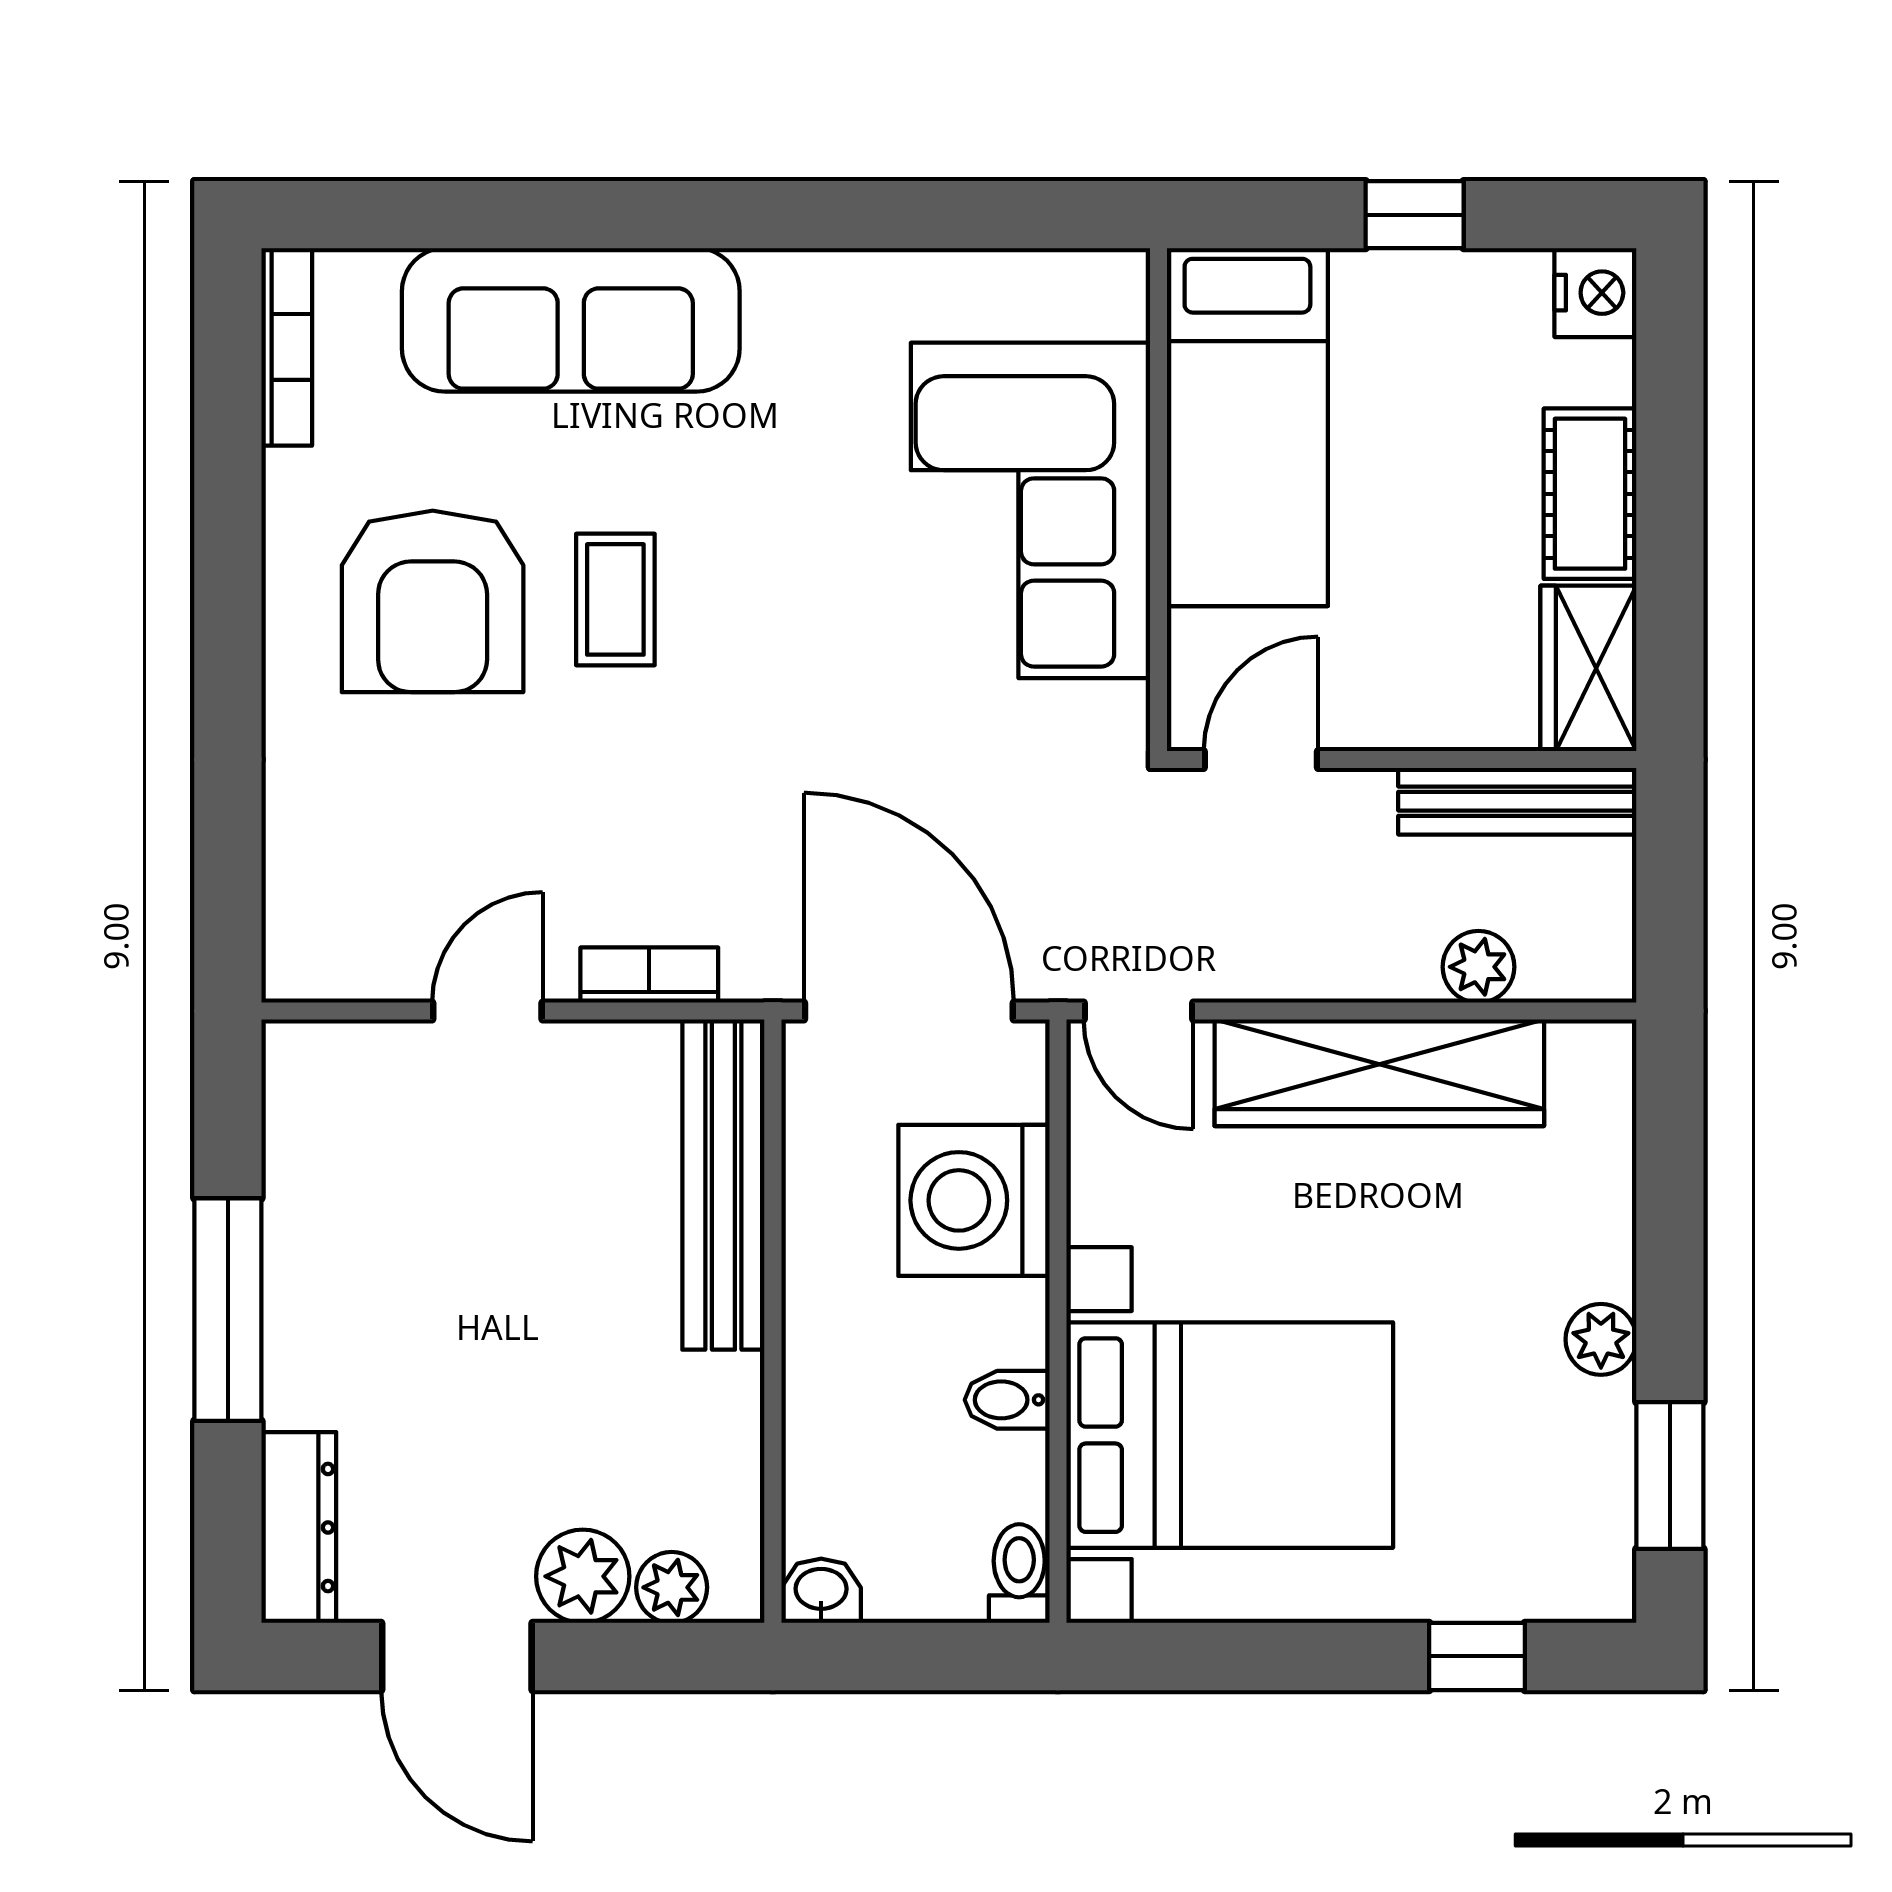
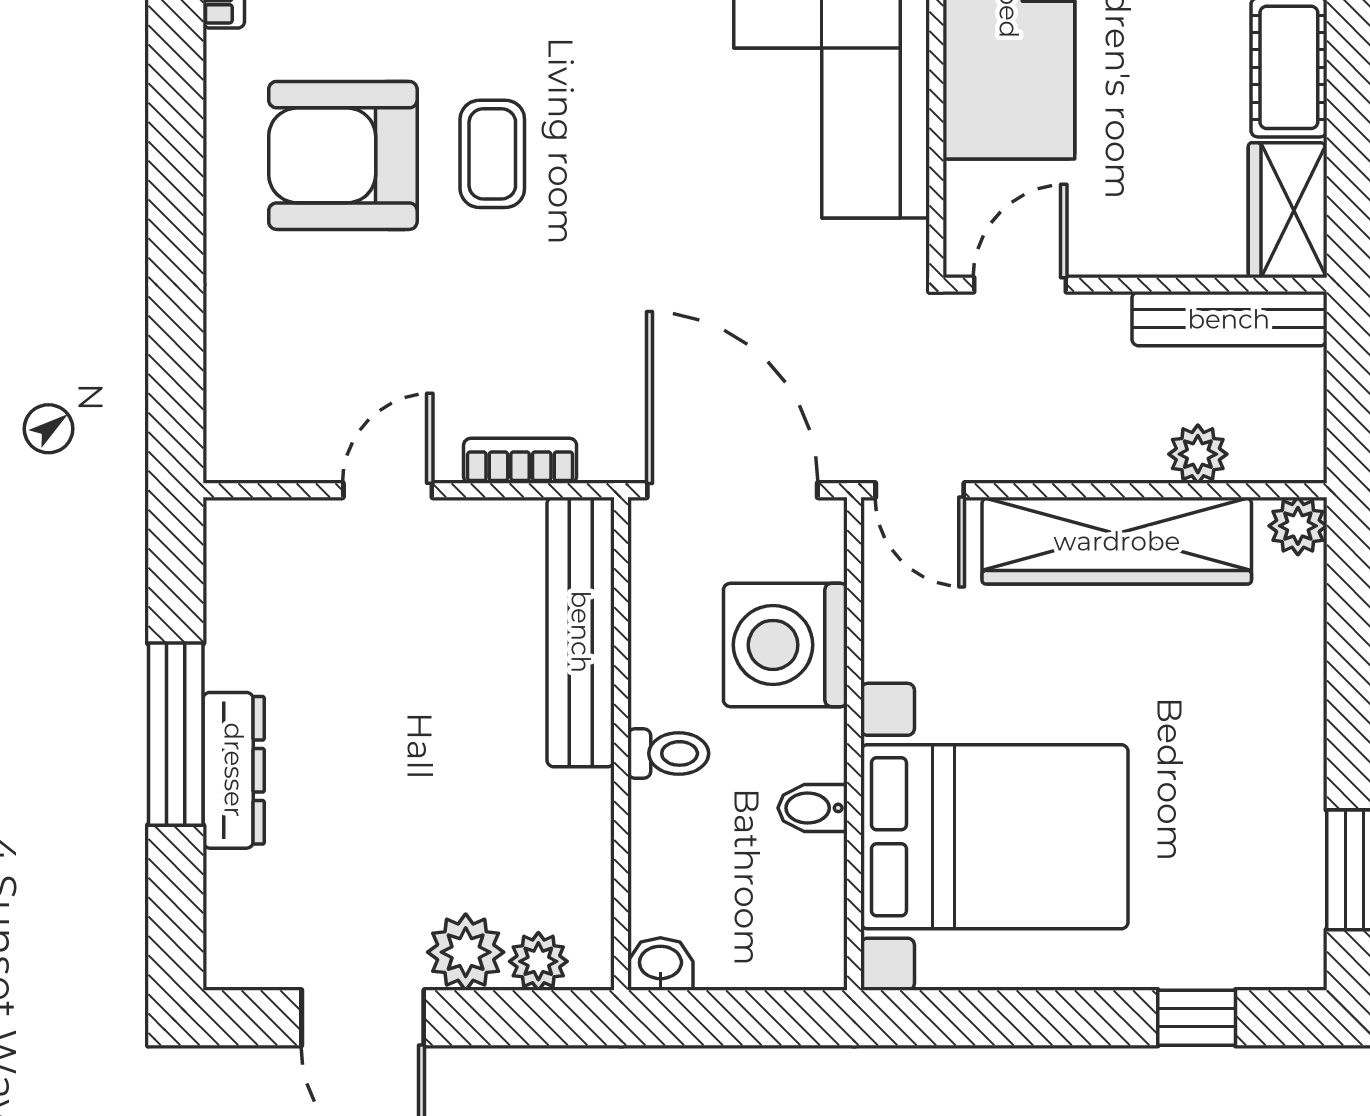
armchair: (433, 601) -> (343, 155), turned 90
plant: (1601, 1339) -> (1298, 526), moved
dresser: (299, 1528) -> (234, 770), moved
toilet: (1019, 1574) -> (668, 753), moved, turned 90

